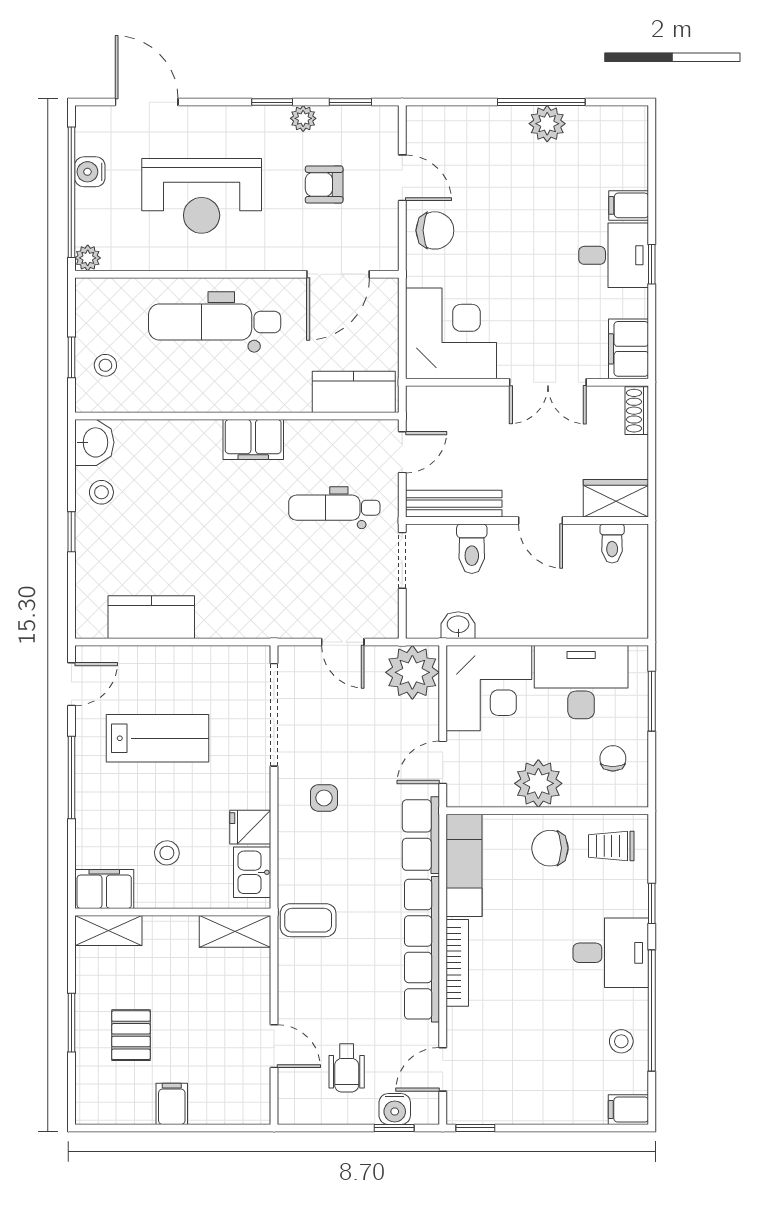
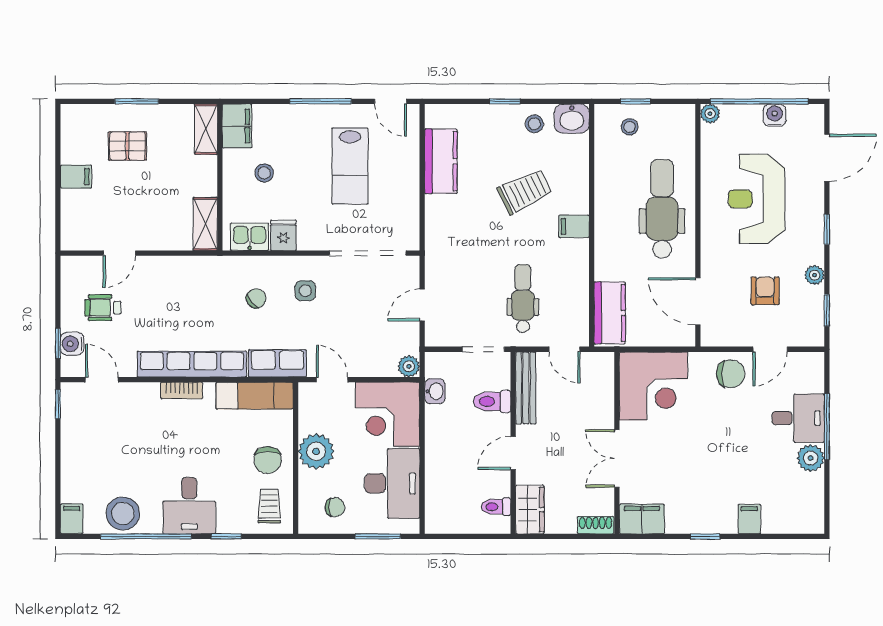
window: (272, 102) -> (827, 229), moved
window: (541, 102) -> (827, 427), moved
chair: (435, 230) -> (731, 374), turned -90
desk: (614, 255) -> (798, 418), moved, turned -90
filing cabinet: (253, 439) -> (574, 226), width x0.50
trolley: (191, 505) -> (525, 191), added
plant: (412, 672) -> (409, 366), width x0.53, depth x0.53
chair: (550, 848) -> (268, 460), turned 180
chair: (334, 863) -> (256, 298), added
coffee table: (308, 920) -> (214, 279), removed
bookcase: (457, 963) -> (182, 391), width x0.64
stool: (621, 1041) -> (123, 514), width x1.89, depth x1.89

